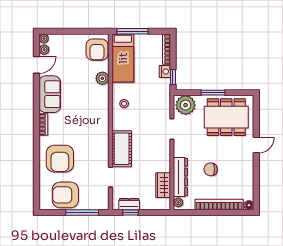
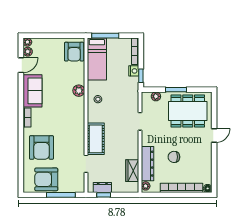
plant: (102, 78) -> (79, 91), moved
plant: (186, 105) -> (156, 96), width x0.53, depth x0.53

